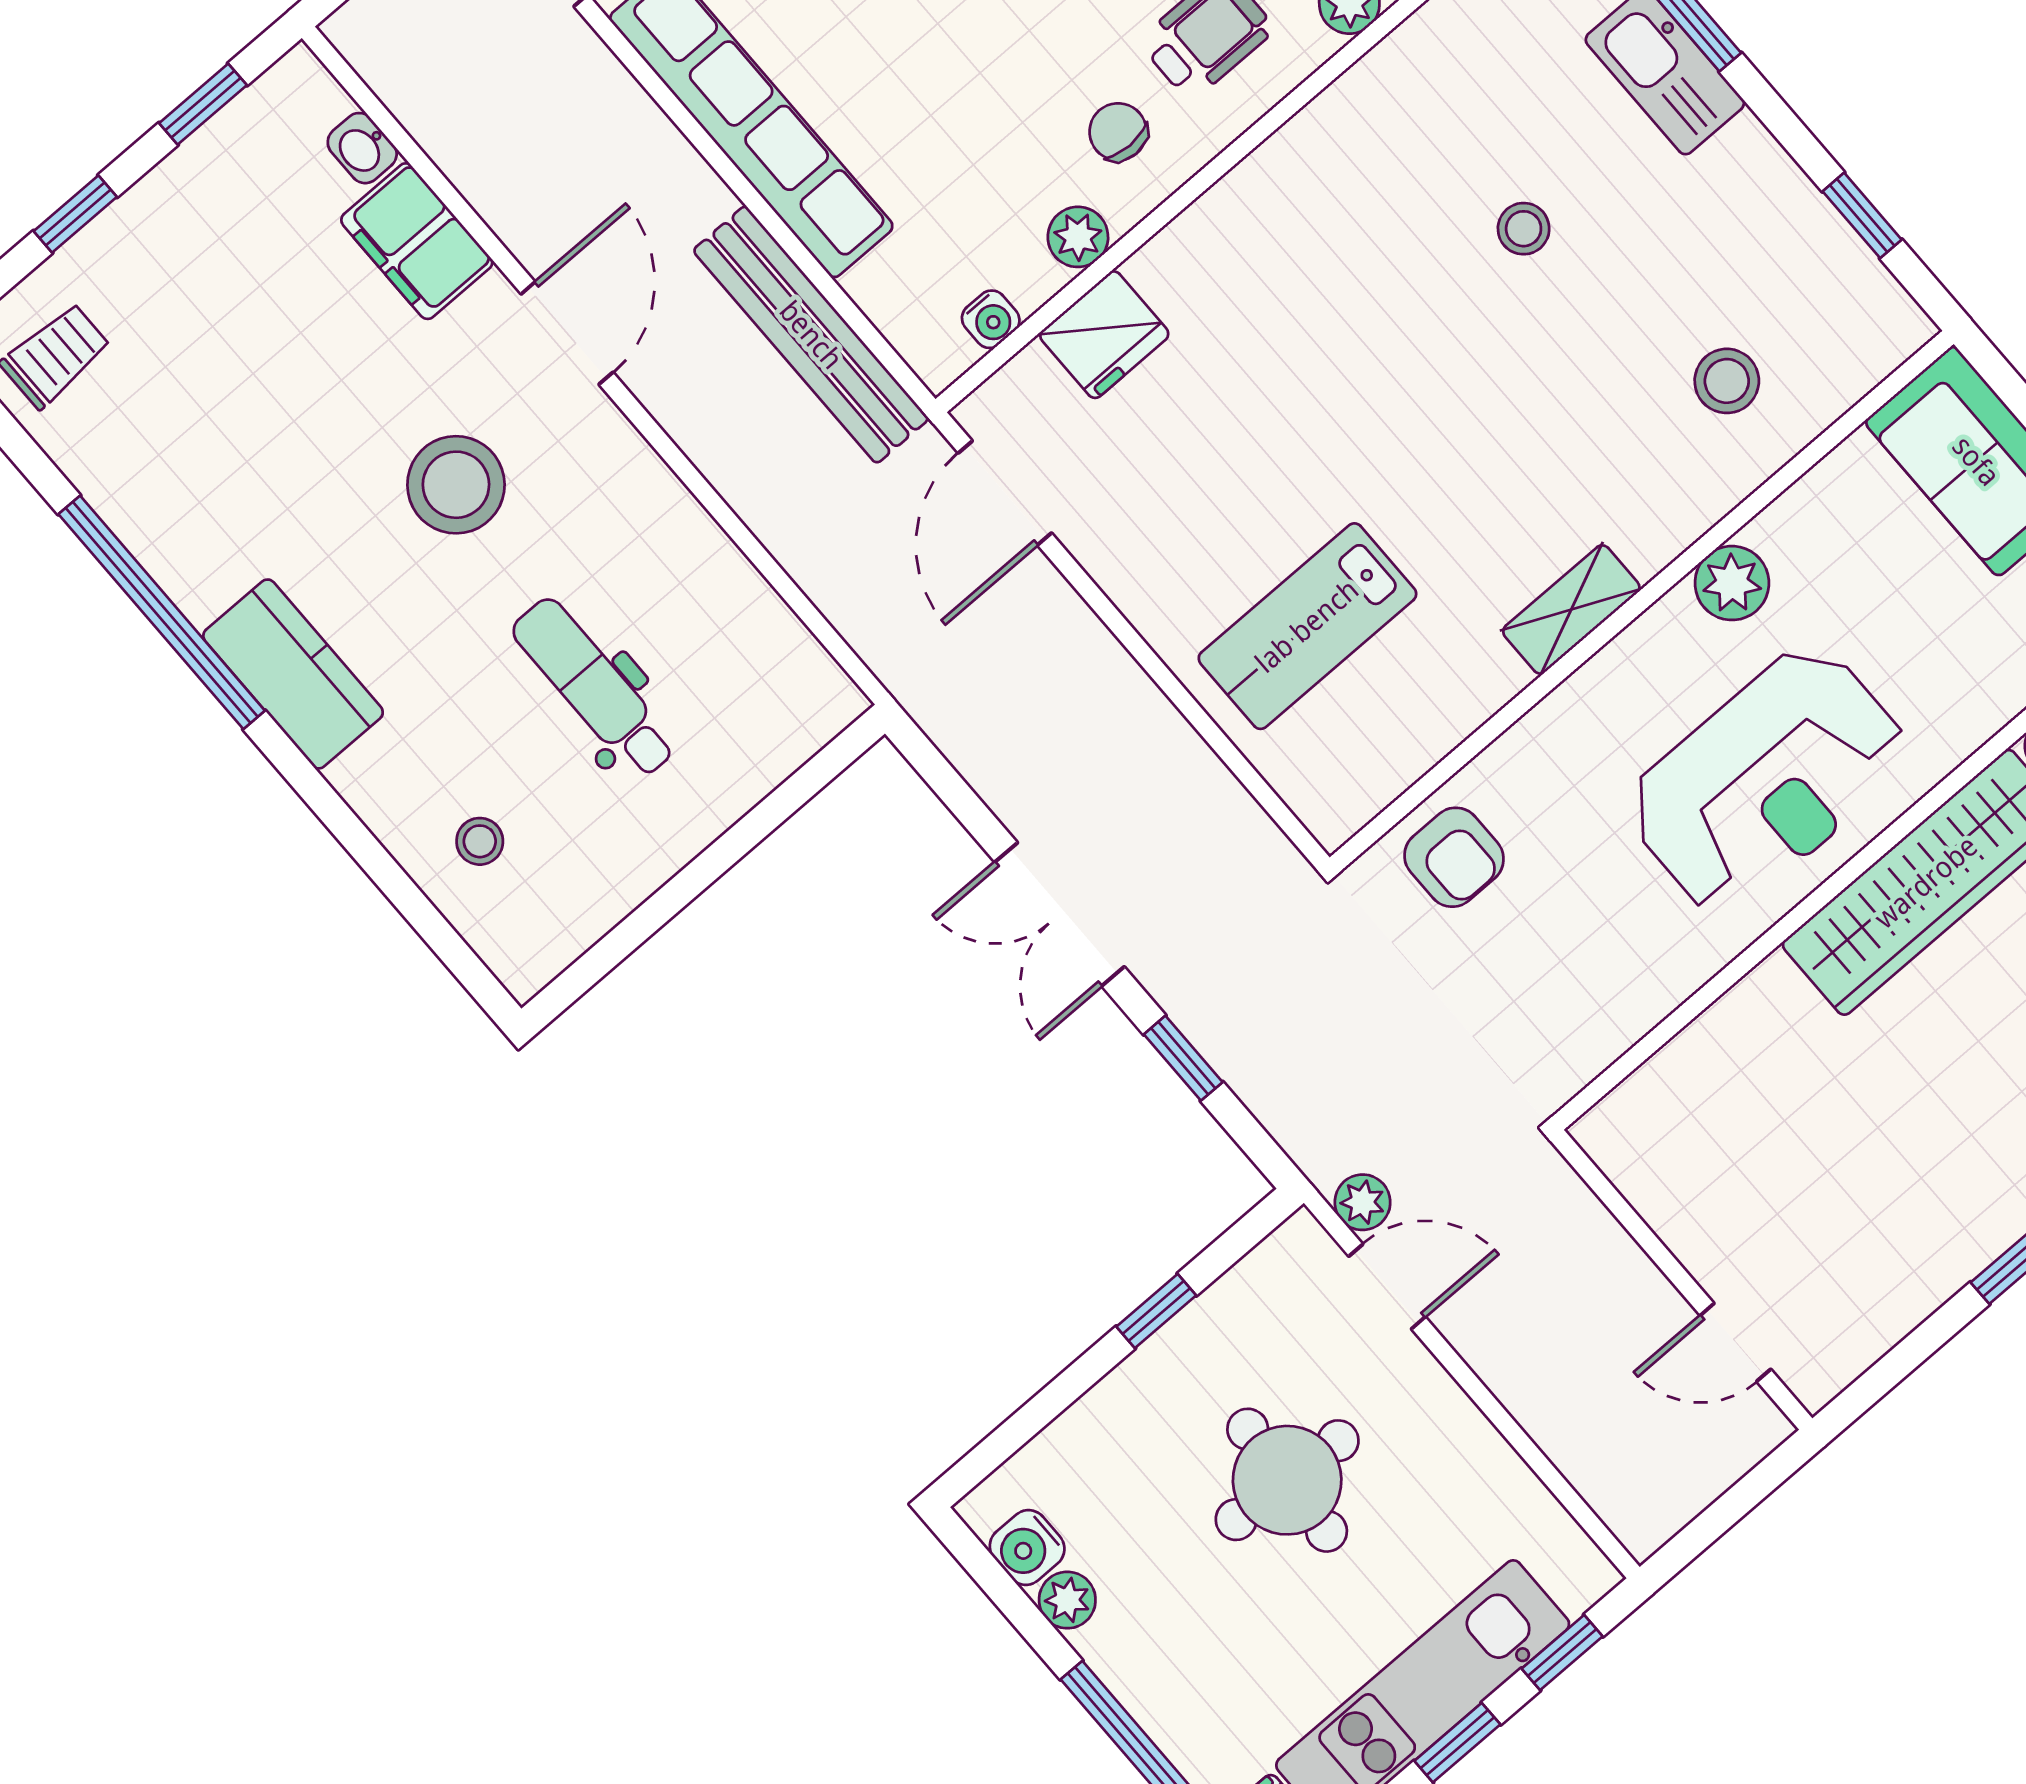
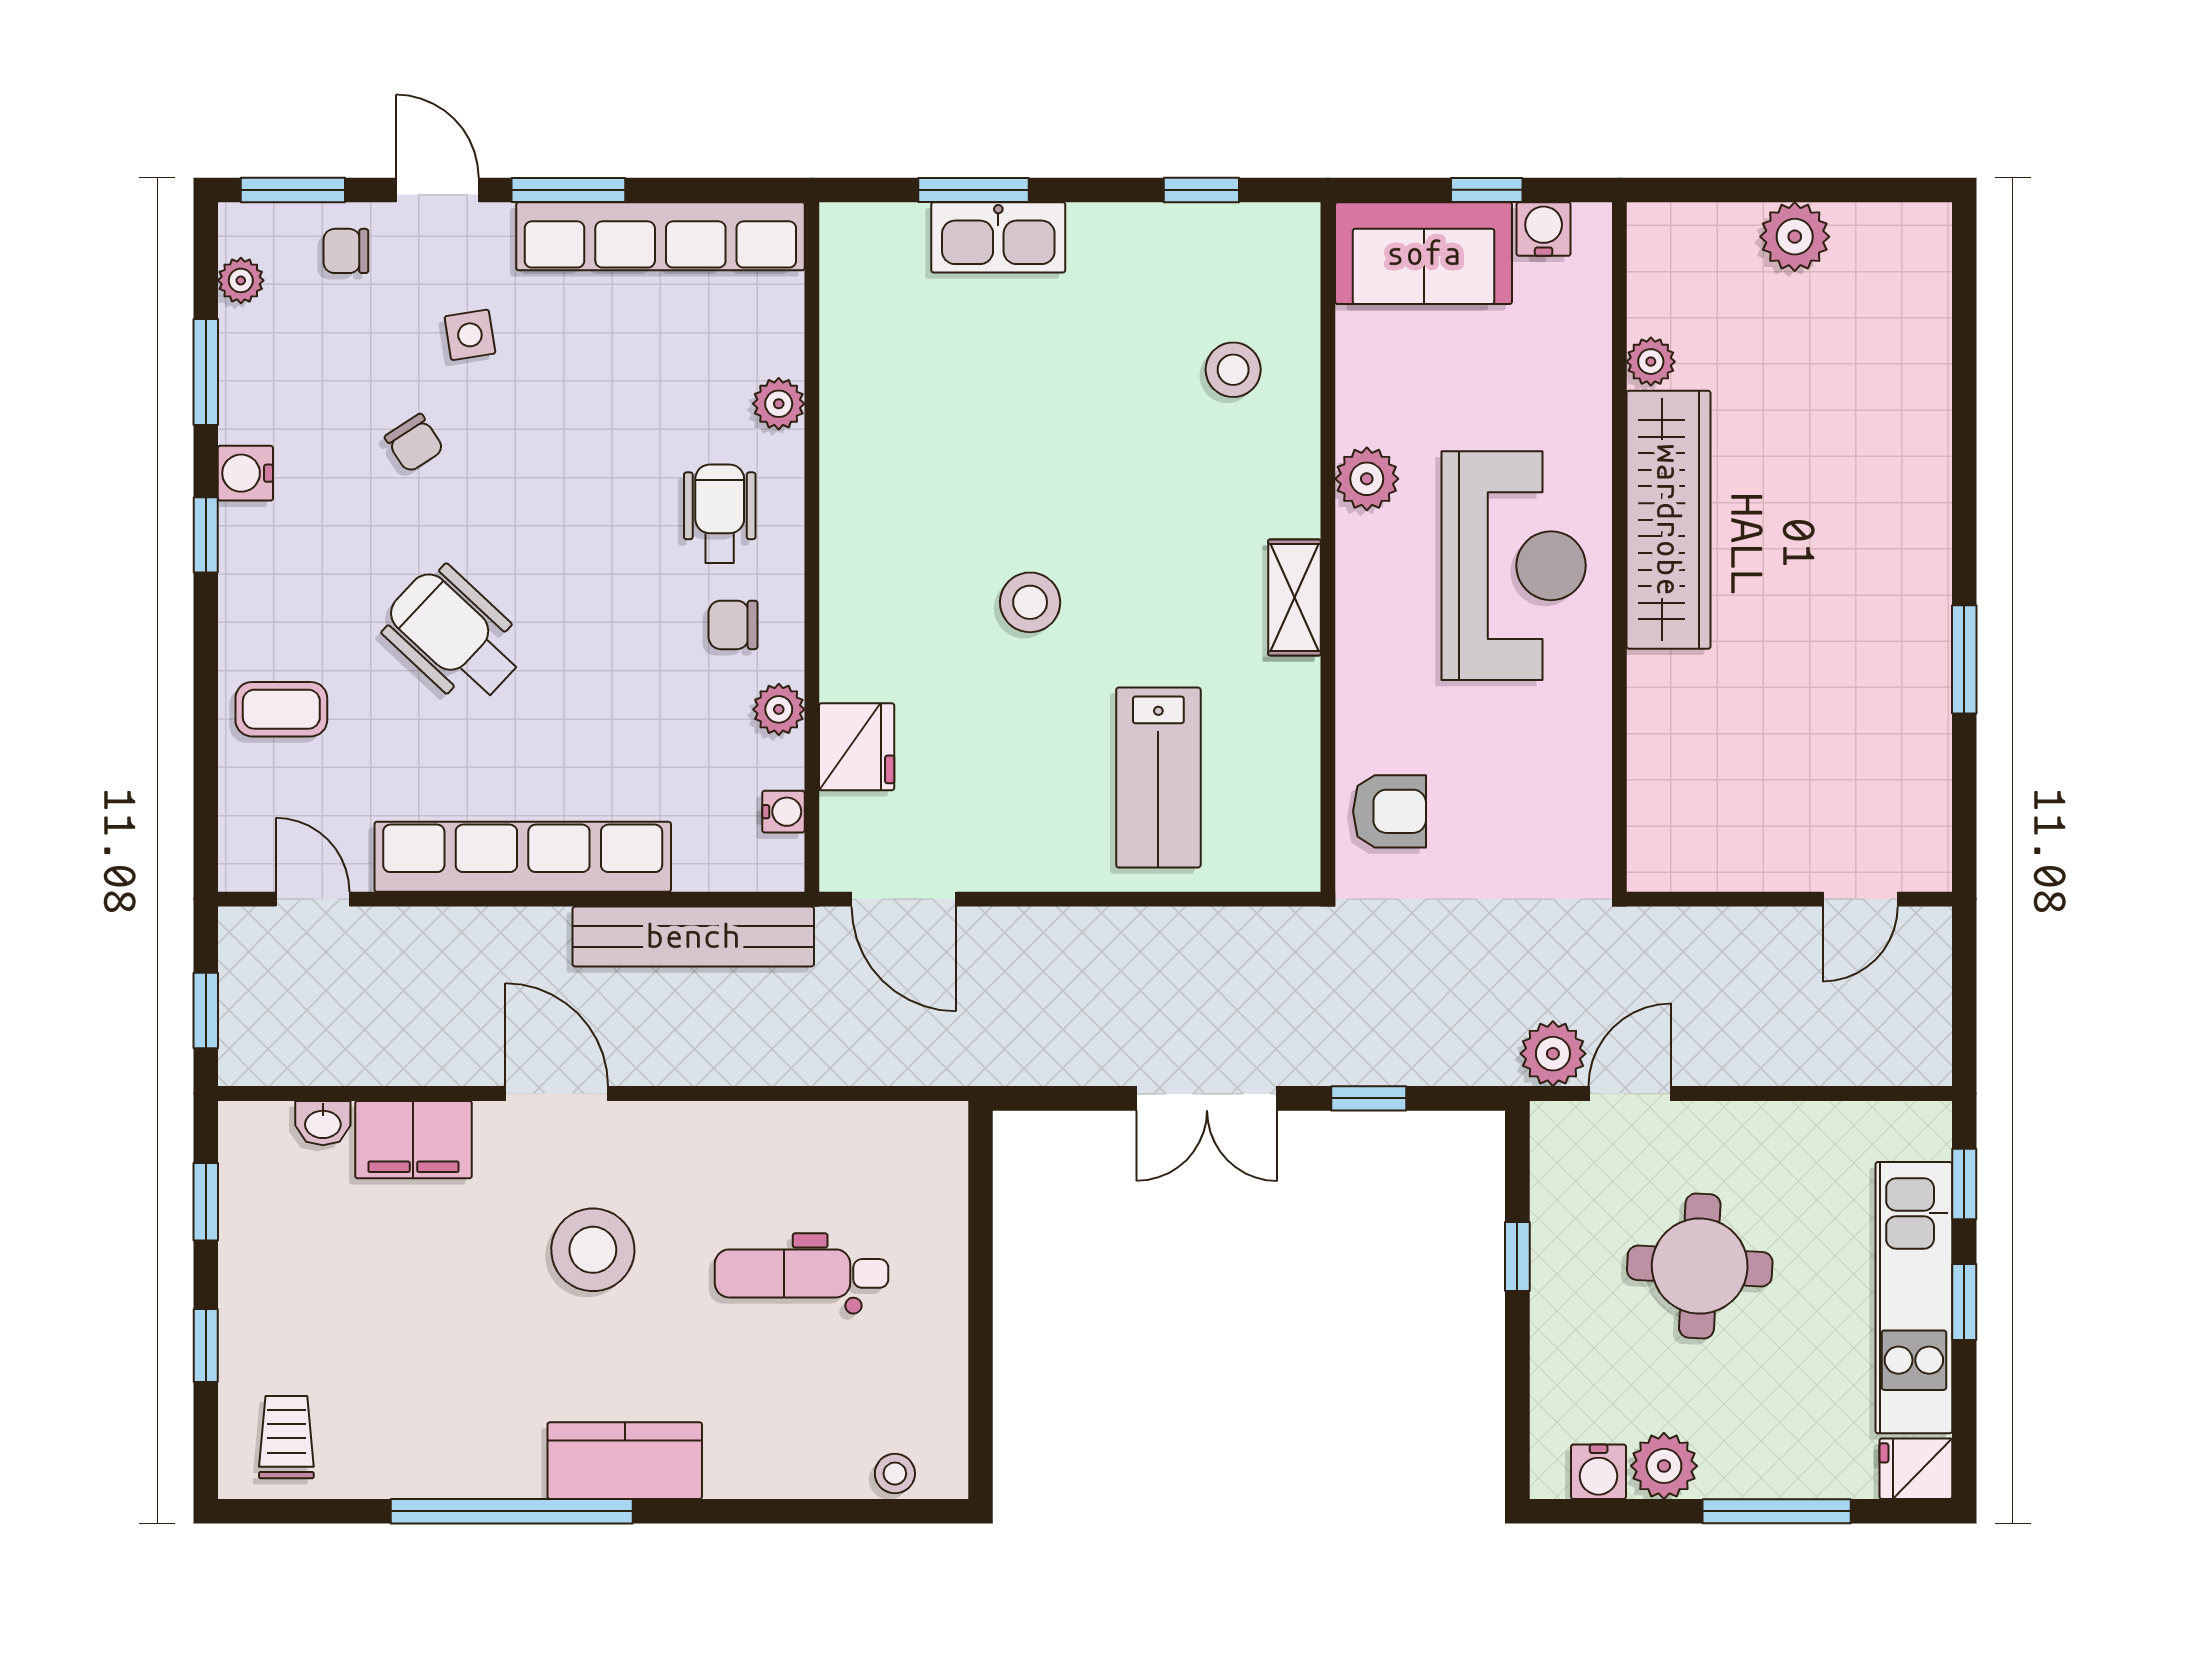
stool: (1524, 229) -> (1030, 602), moved, width x1.37, depth x1.37
stool: (480, 841) -> (895, 1474), moved
plant: (1363, 1202) -> (1553, 1054), width x1.38, depth x1.38
plant: (1067, 1600) -> (1664, 1466), width x1.38, depth x1.38

